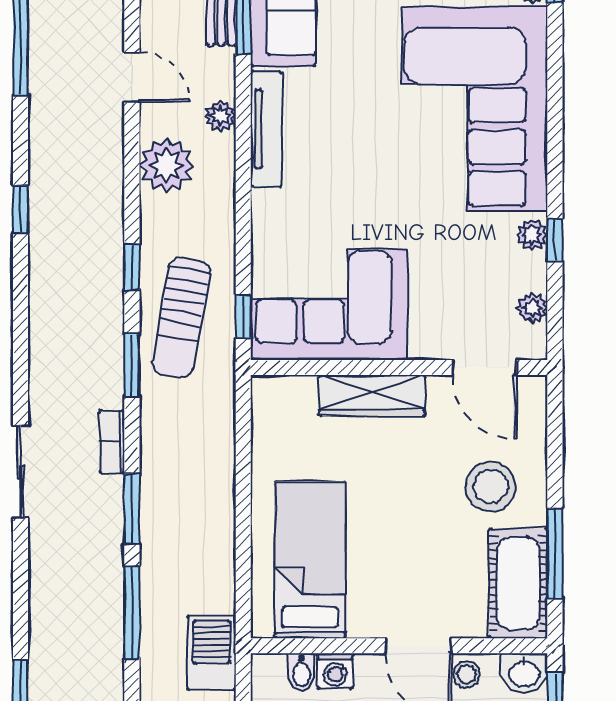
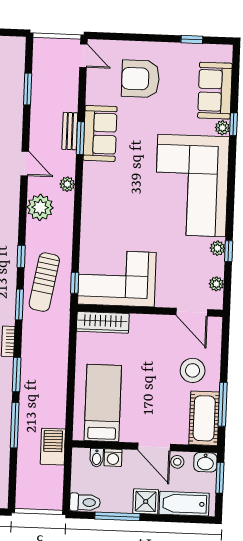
tv unit: (266, 129) -> (89, 191), removed
wardrobe: (372, 395) -> (103, 322), moved

